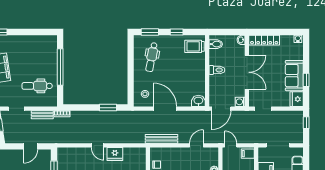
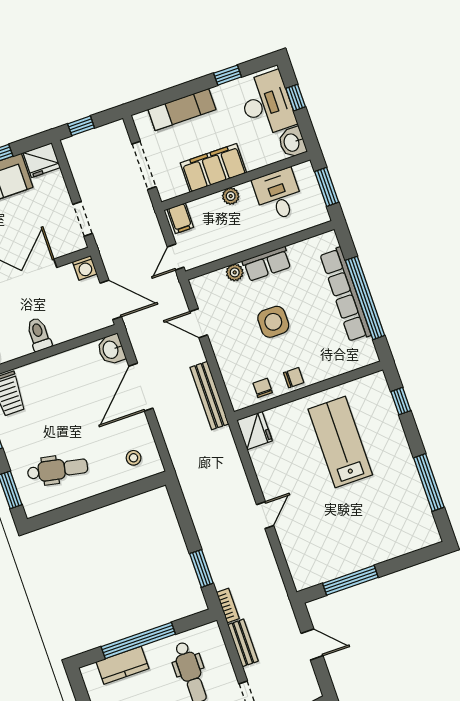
kitchen counter: (51, 56) -> (122, 665), added
window: (108, 108) -> (201, 568), moved
door: (165, 109) -> (141, 387), moved
fridge: (115, 154) -> (255, 431), moved

